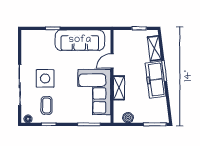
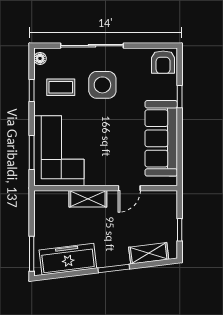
armchair: (30, 39) -> (163, 62), added
door: (112, 61) -> (129, 188), swing flipped
freezer: (156, 80) -> (68, 259), moved
corner sofa: (94, 92) -> (59, 151), moved, turned 90
boiler: (128, 118) -> (42, 213), removed

